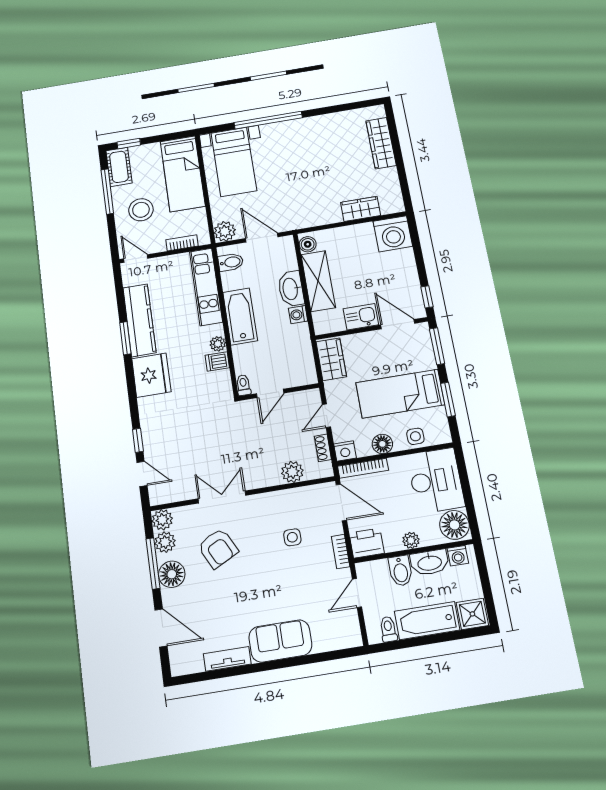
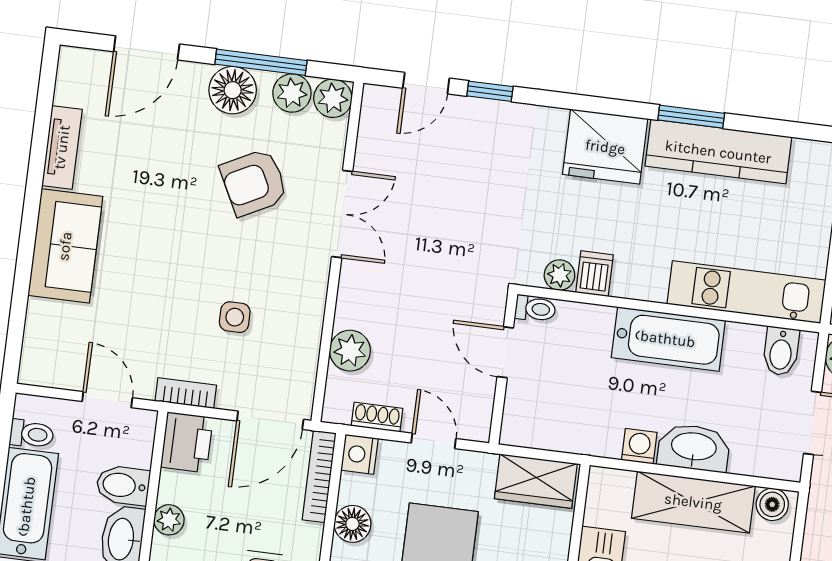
plant: (218, 344) -> (559, 275), moved

